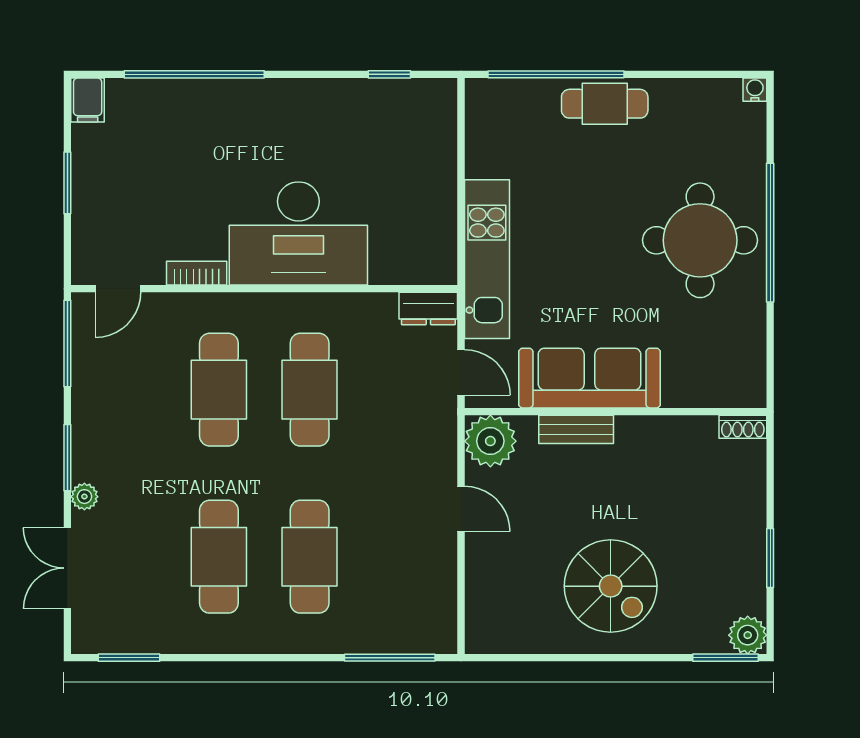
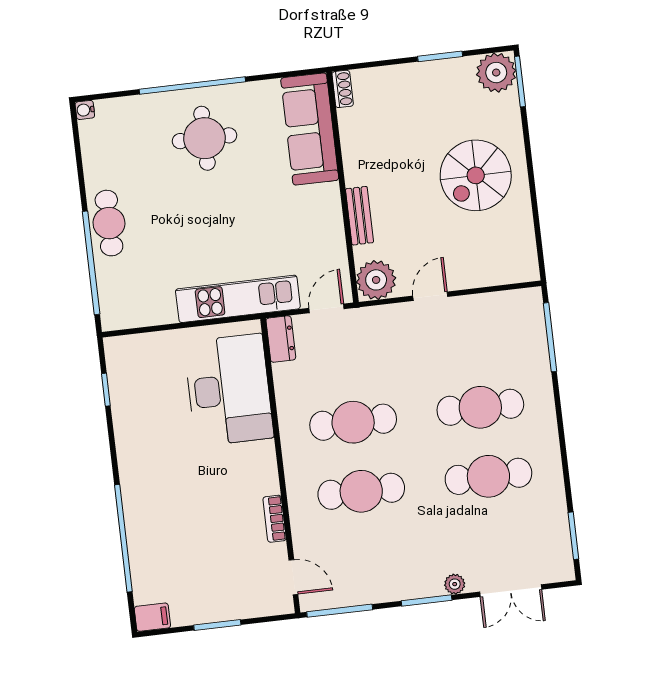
desk: (298, 233) -> (229, 390), moved
round table: (700, 240) -> (205, 138), width x0.73, depth x0.73
sofa: (590, 378) -> (310, 129), moved
spiral stairs: (611, 586) -> (476, 175), turned 180
plant: (748, 635) -> (496, 73), width x1.36, depth x1.36

